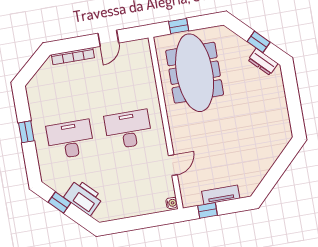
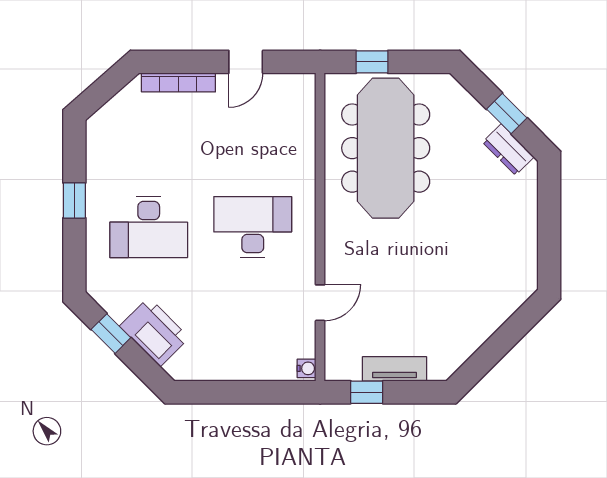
desk: (70, 139) -> (149, 227), turned 180

